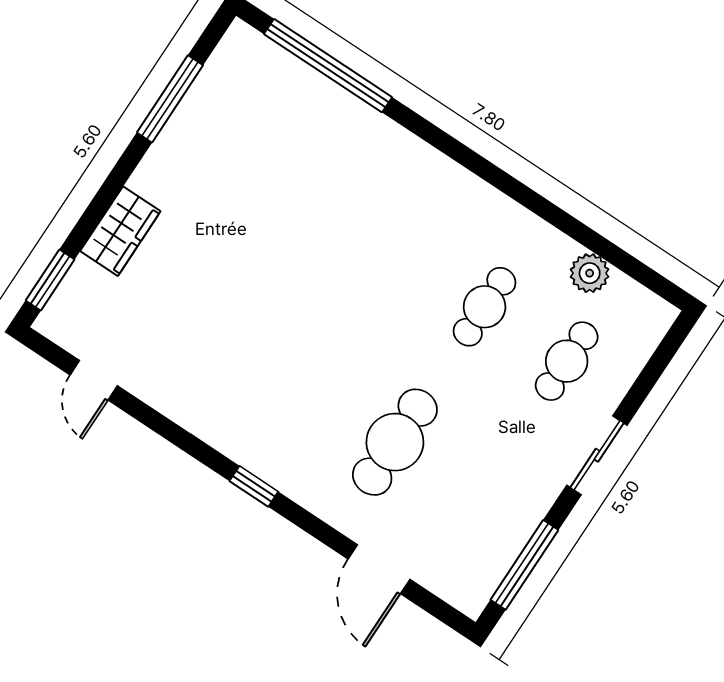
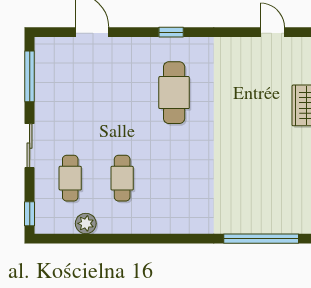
window: (668, 347) -> (30, 214), added
cafe table: (395, 442) -> (174, 93), moved

